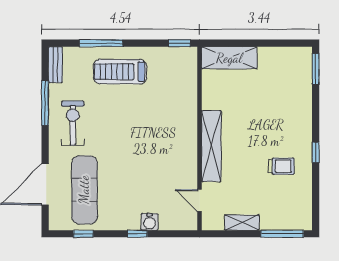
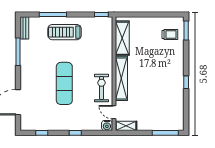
shelving: (229, 58) -> (122, 38), moved, turned 90
exercise bike: (73, 123) -> (101, 88), moved
trolley: (281, 166) -> (170, 34), moved
exercise mat: (84, 190) -> (64, 83), moved
water cooler: (150, 222) -> (107, 125), moved
shelving: (242, 223) -> (126, 126), moved

